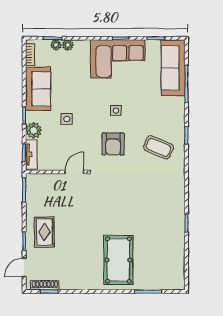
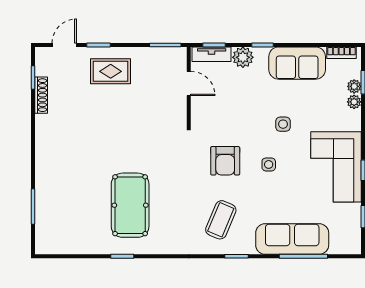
sofa: (173, 68) -> (292, 239), moved
side table: (67, 119) -> (283, 124), moved
armchair: (113, 144) -> (225, 161), turned -90
door: (74, 172) -> (189, 83), moved
pool table: (118, 260) -> (130, 205), moved, turned 90
door: (24, 268) -> (64, 45), hinge flipped
shoe rack: (45, 285) -> (41, 95), moved

